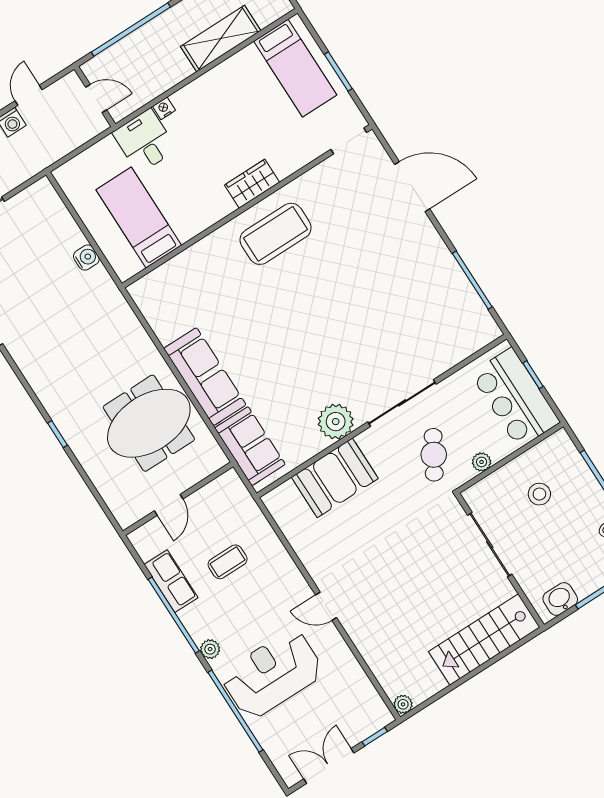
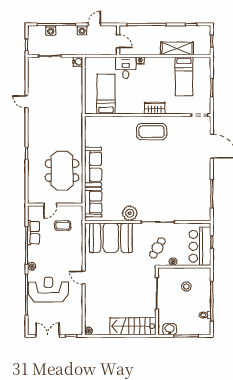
bed: (295, 68) -> (184, 76), moved
water cooler: (86, 258) -> (78, 62), moved
meeting table: (149, 423) -> (62, 171), turned 90
booth: (335, 478) -> (111, 238), width x1.36, depth x1.42
coffee table: (228, 562) -> (63, 226), moved

